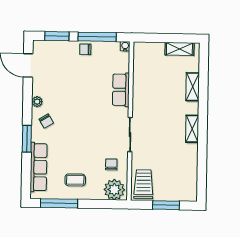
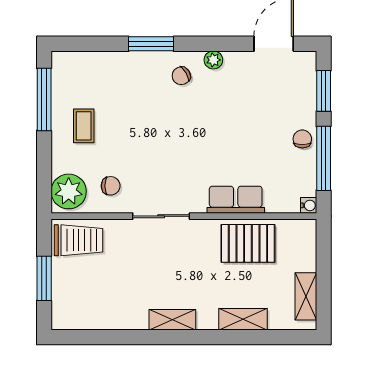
pallet: (147, 83) -> (248, 243), added
row of seats: (39, 167) -> (104, 64), removed

